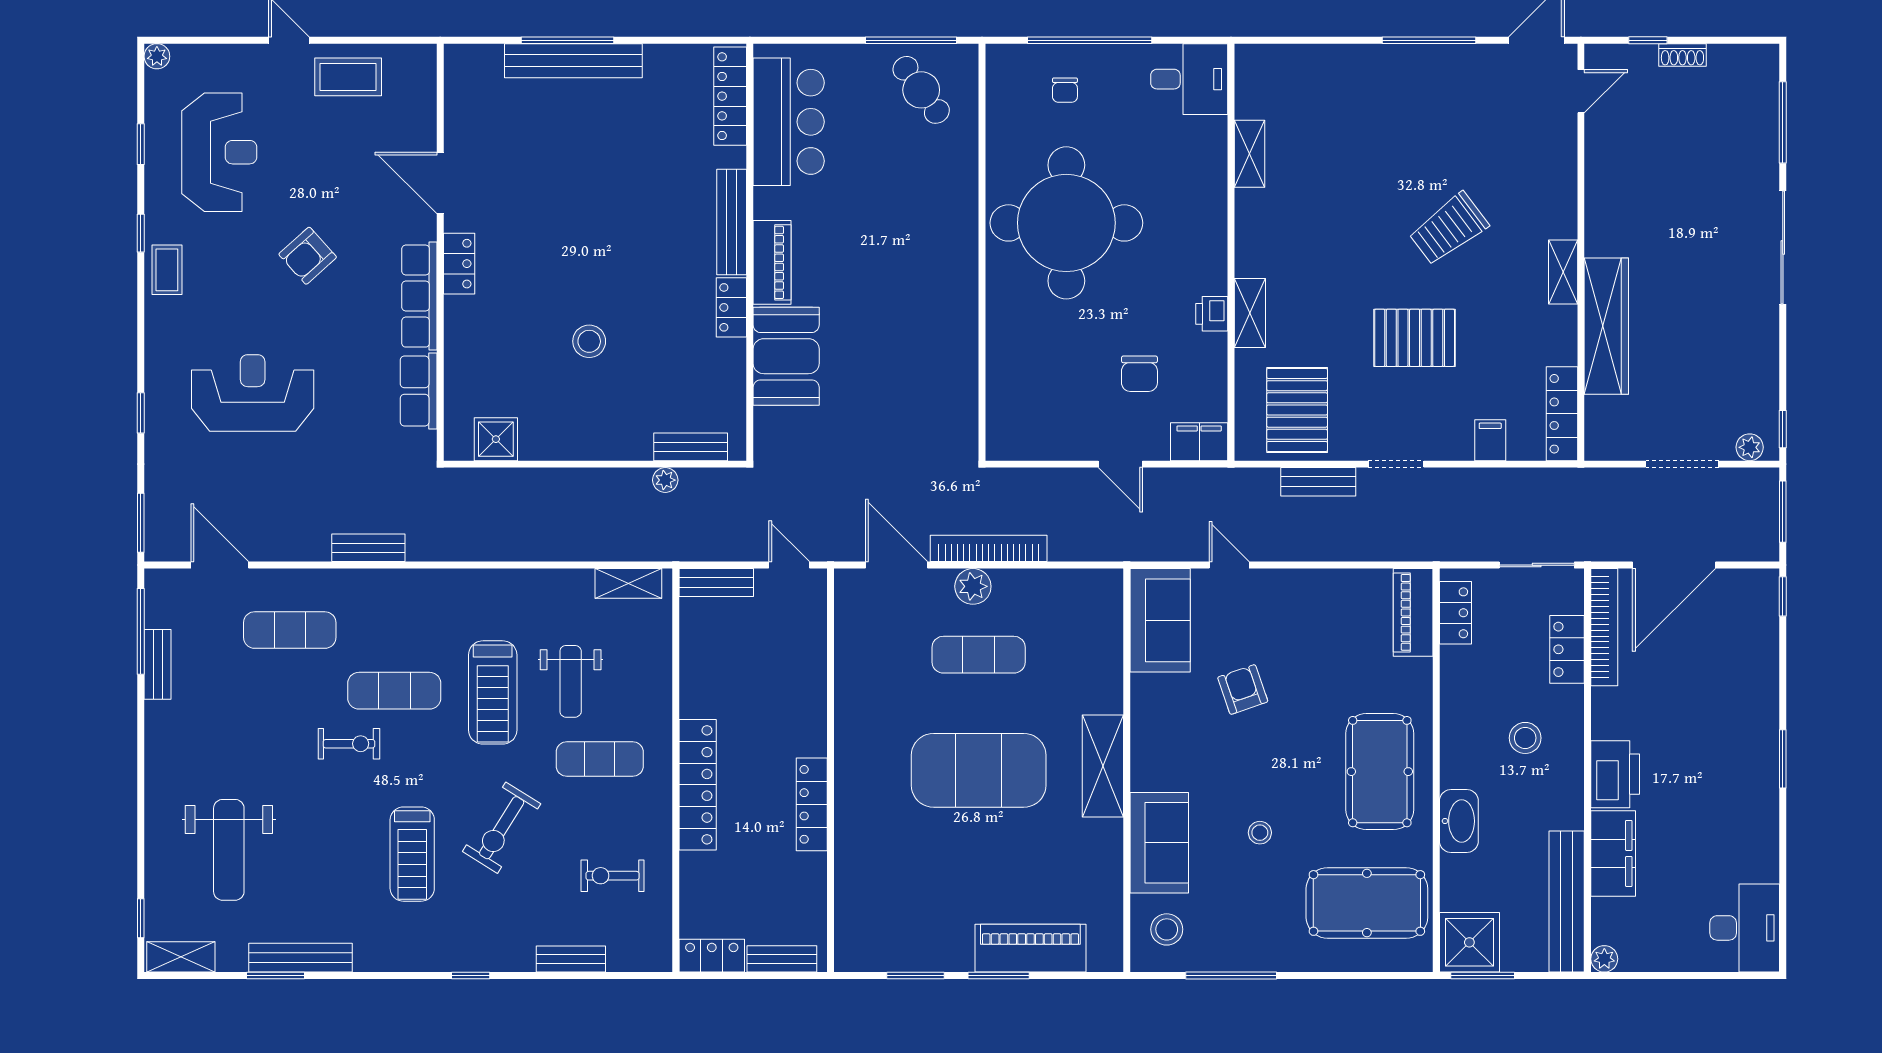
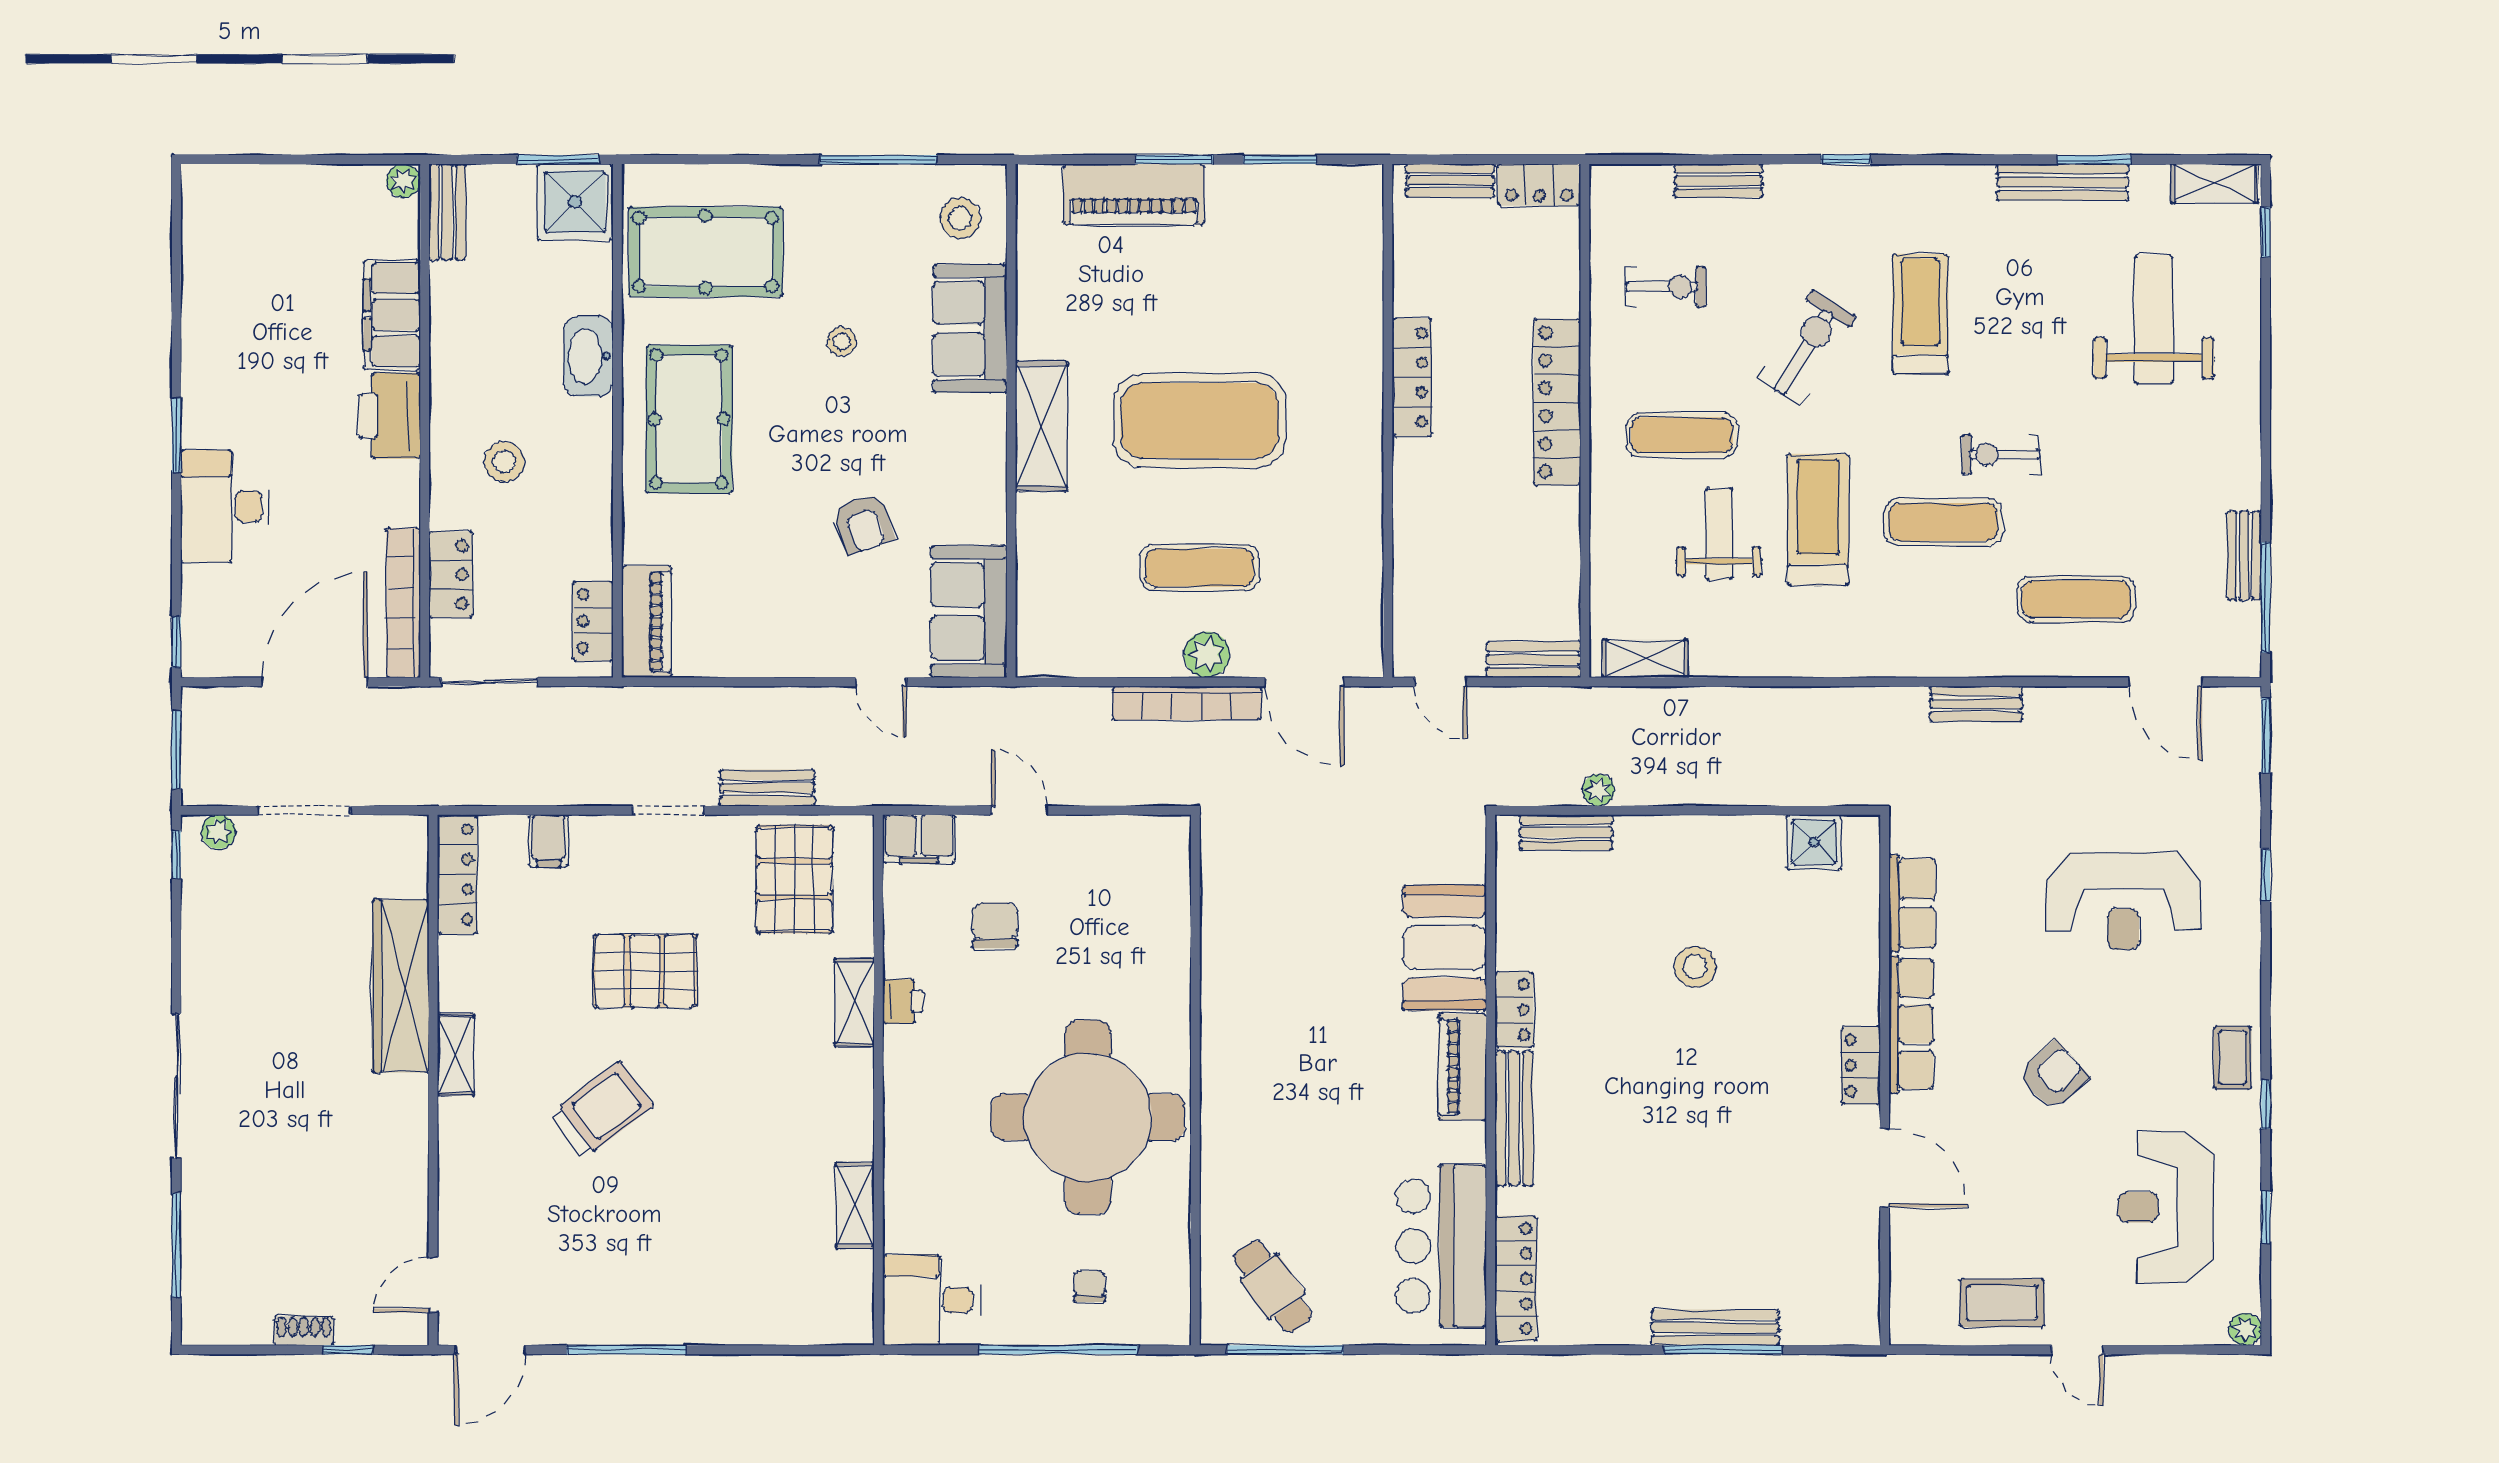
bench: (573, 61) -> (1715, 1328), width x0.73, depth x0.82
bench: (1567, 902) -> (447, 212), width x0.54, depth x0.82
desk: (1745, 928) -> (225, 506), moved

